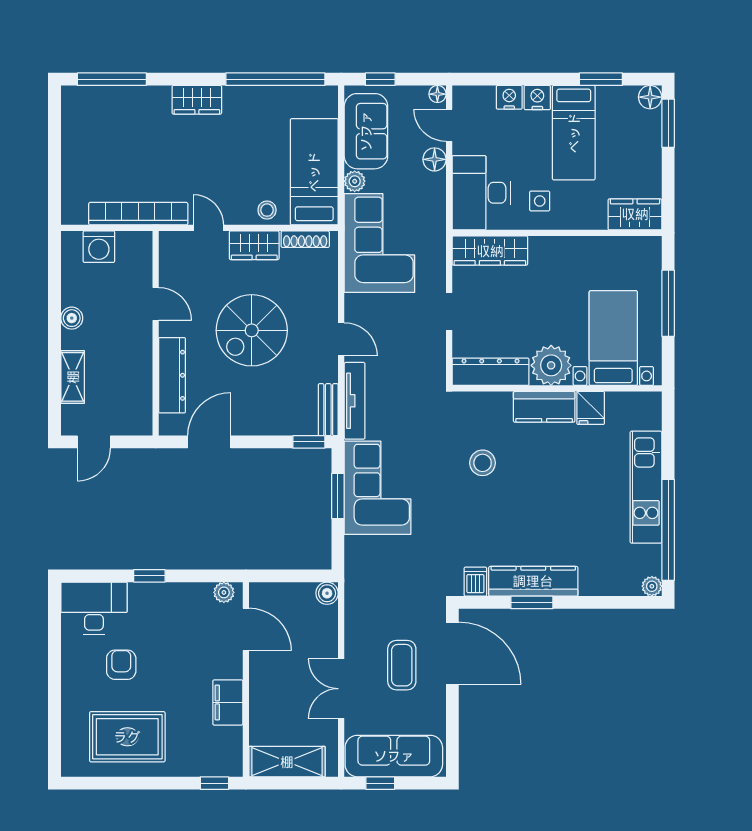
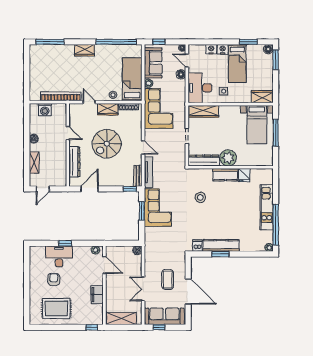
bed with nightstands: (613, 338) -> (257, 125), moved, turned 180
desk: (94, 608) -> (59, 256), moved
door: (452, 653) -> (188, 292), moved

